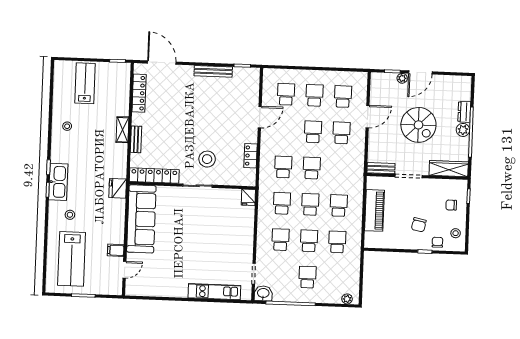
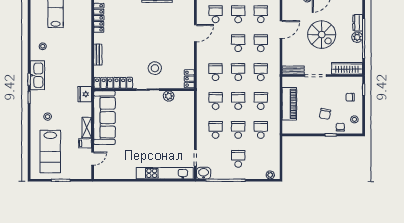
shelving: (122, 130) -> (87, 127), moved
locker: (251, 156) -> (189, 79), moved
school desk: (340, 169) -> (261, 72), added
kitchen sink: (58, 182) -> (37, 75), moved
plant: (223, 195) -> (169, 96), added
fridge: (248, 197) -> (189, 97), removed
kitchen unit: (214, 292) -> (165, 173), width x1.36

